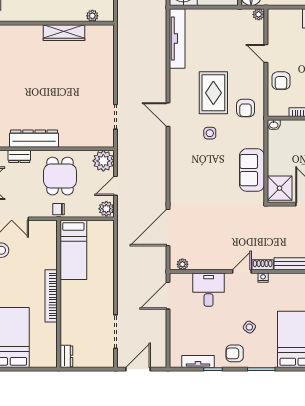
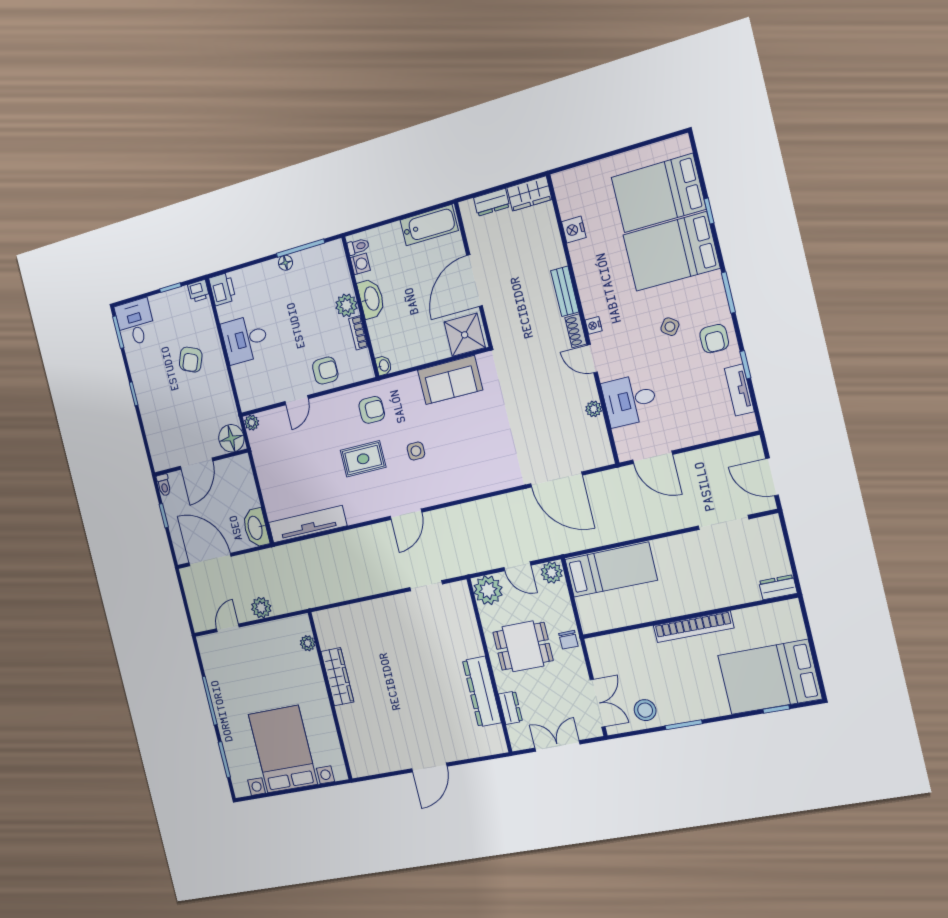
rug: (213, 93) -> (363, 459), width x0.73, depth x0.70
bed: (73, 250) -> (611, 570), moved
plant: (182, 264) -> (594, 409), moved

